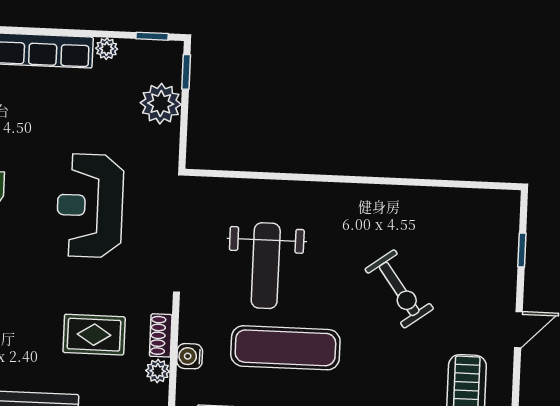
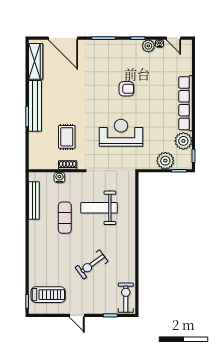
plant: (107, 49) -> (183, 141), width x1.88, depth x1.88
exercise bike: (481, 211) -> (126, 298), added
exercise mat: (285, 348) -> (65, 218), width x0.73, depth x0.69
plant: (158, 371) -> (53, 164), removed

